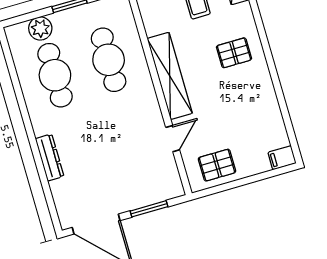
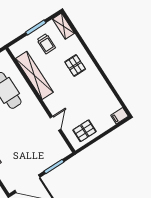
pallet: (234, 53) -> (75, 65), turned 90
shelving: (170, 76) -> (34, 75), moved

